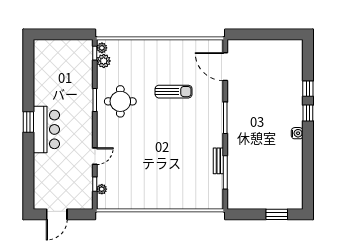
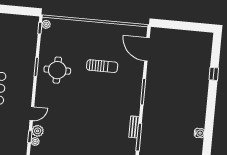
plant: (104, 61) -> (38, 131), moved
window: (308, 113) -> (212, 94), removed
water cooler: (297, 133) -> (199, 133), moved

